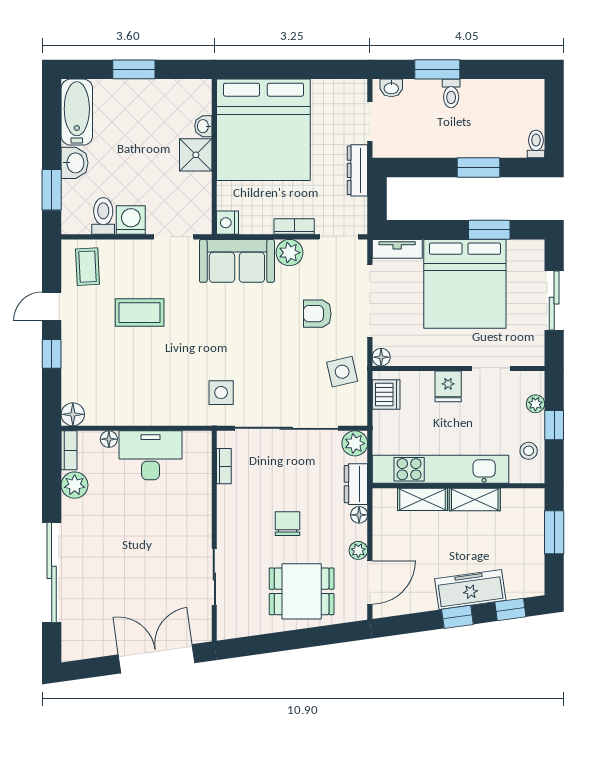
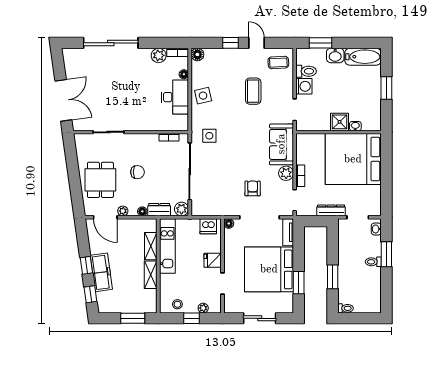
nightstand: (228, 223) -> (302, 139), removed
side table: (342, 372) -> (203, 96), moved
kitchen unit: (440, 469) -> (167, 246), width x0.73

